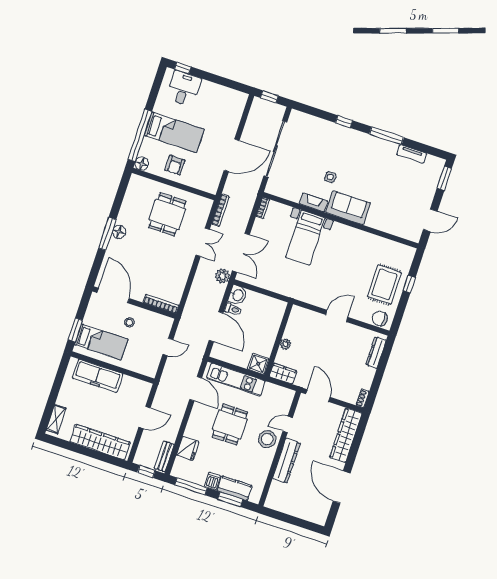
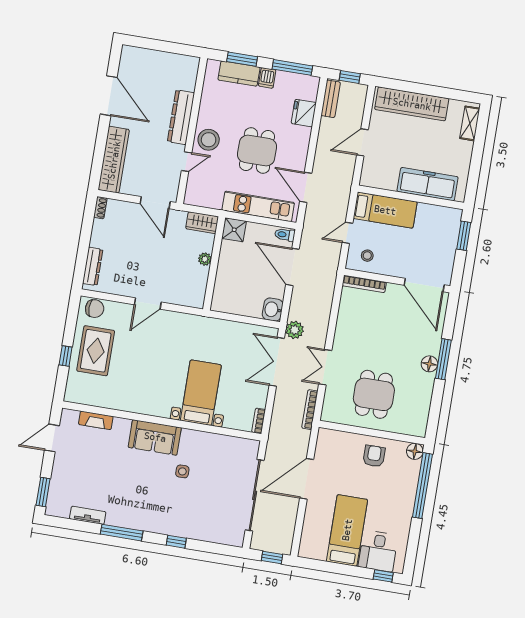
bed: (174, 132) -> (347, 530), moved, turned 90
fireplace: (314, 202) -> (96, 420), moved
toilet: (233, 309) -> (285, 235), moved
stool: (129, 322) -> (367, 256), moved
bed: (101, 342) -> (385, 210), moved, turned 180

